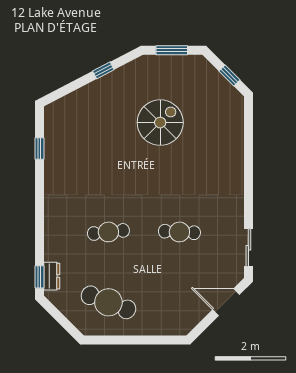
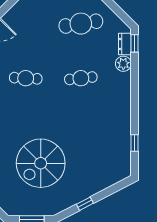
spiral stairs: (160, 123) -> (41, 163), width x1.37, depth x1.37
plant: (54, 251) -> (123, 64), added
cafe table: (108, 302) -> (81, 24), turned -30

